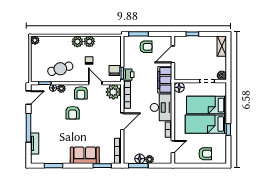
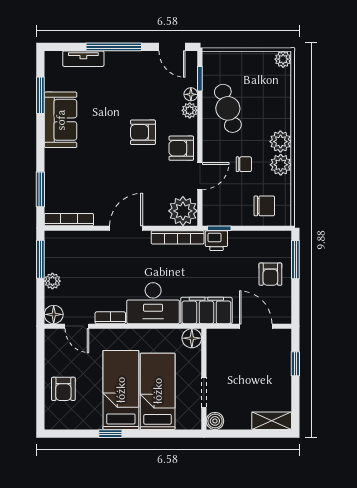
chair: (114, 70) -> (264, 206), moved
door: (122, 121) -> (126, 228), swing flipped
sofa: (85, 155) -> (61, 120), moved
floor lamp: (140, 159) -> (54, 314), moved

